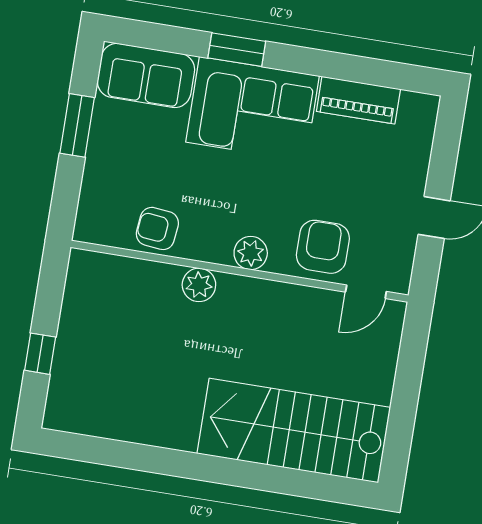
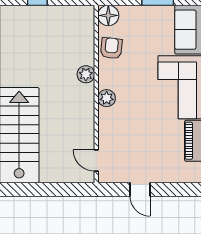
floor lamp: (94, 224) -> (108, 15), added
armchair: (323, 247) -> (116, 135), removed

